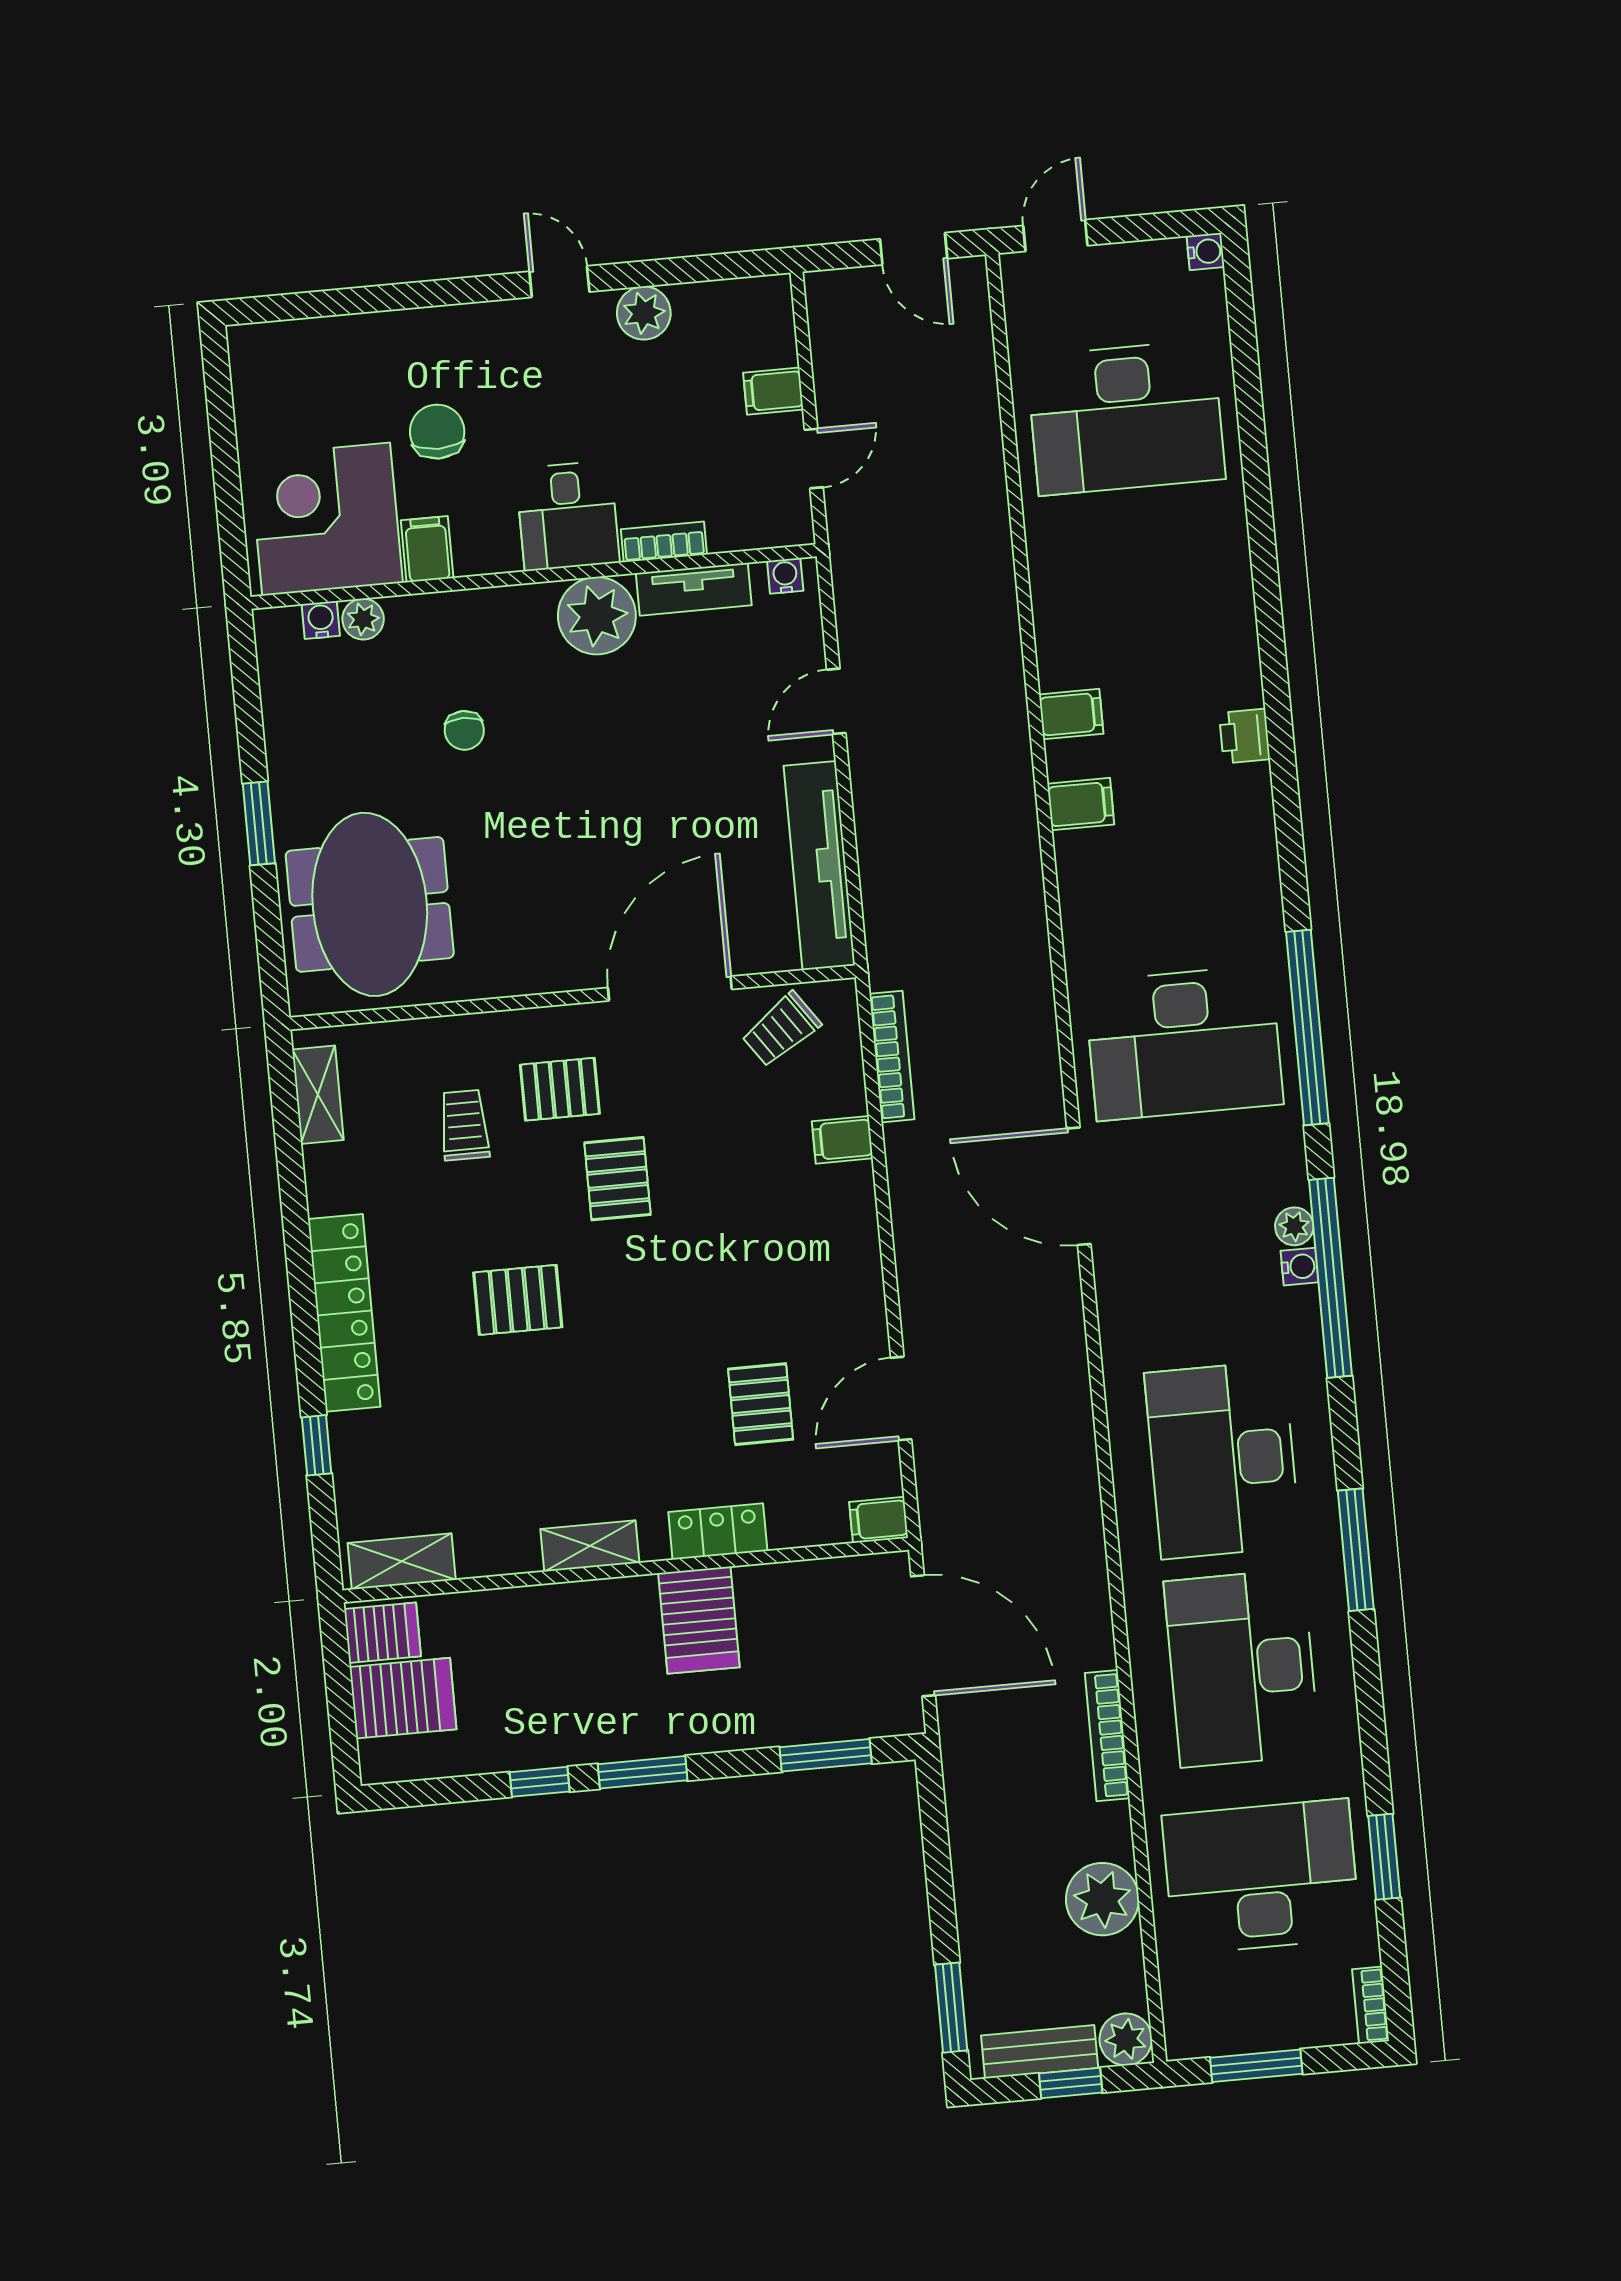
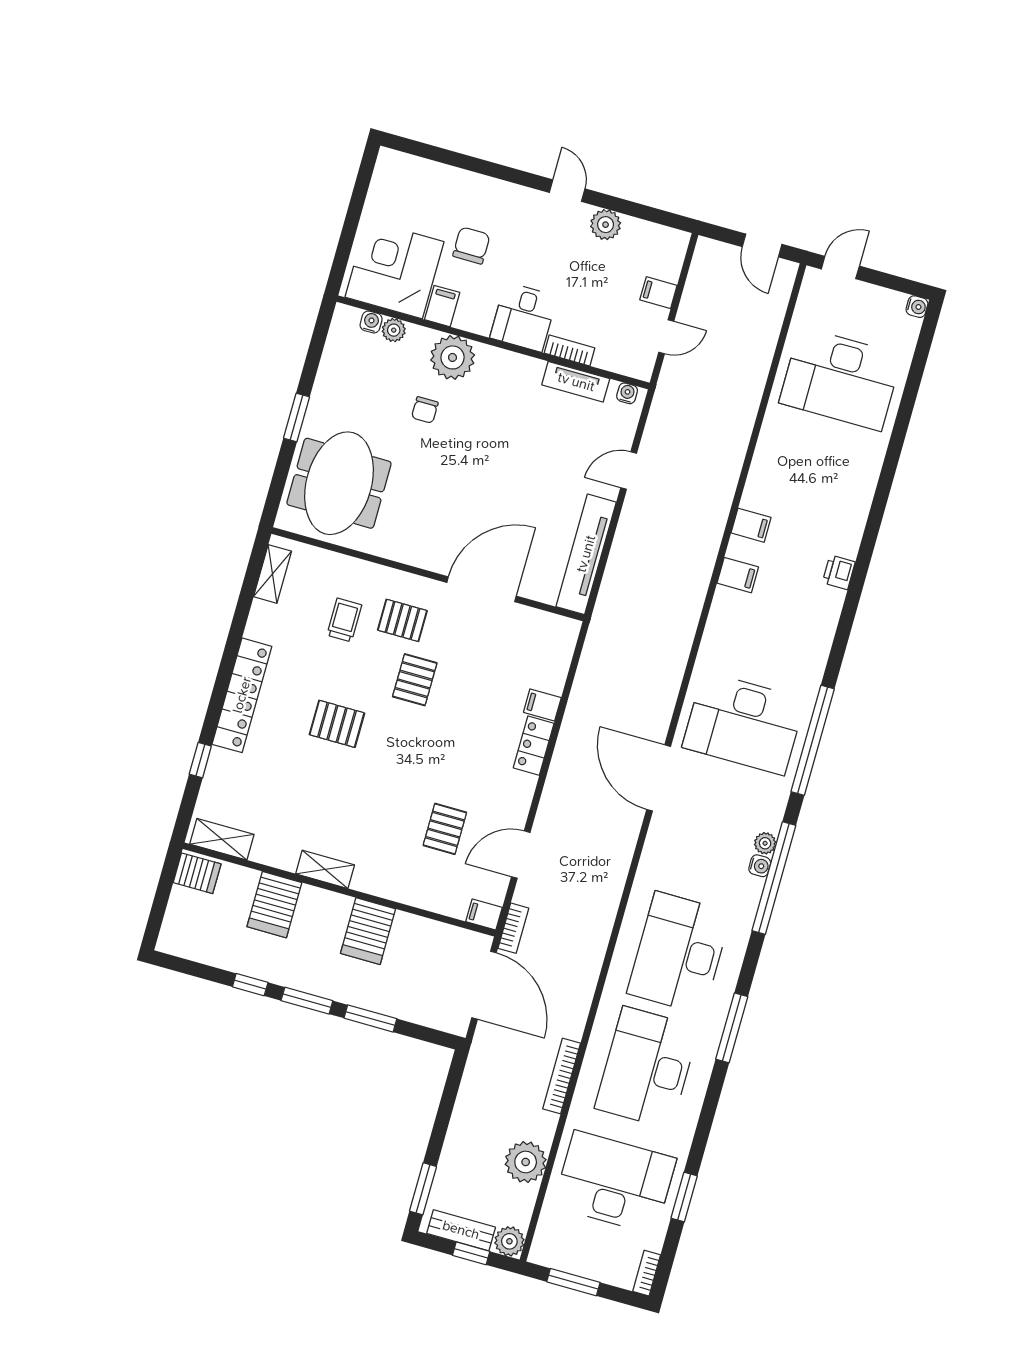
plant: (597, 616) -> (453, 357), moved
trolley: (781, 1030) -> (532, 634), removed
bookcase: (892, 1057) -> (513, 928), moved, width x0.64
locker: (718, 1531) -> (534, 746), moved, turned -90
server rack: (403, 1698) -> (274, 905), moved, turned 90
window: (826, 1755) -> (370, 1018), moved

